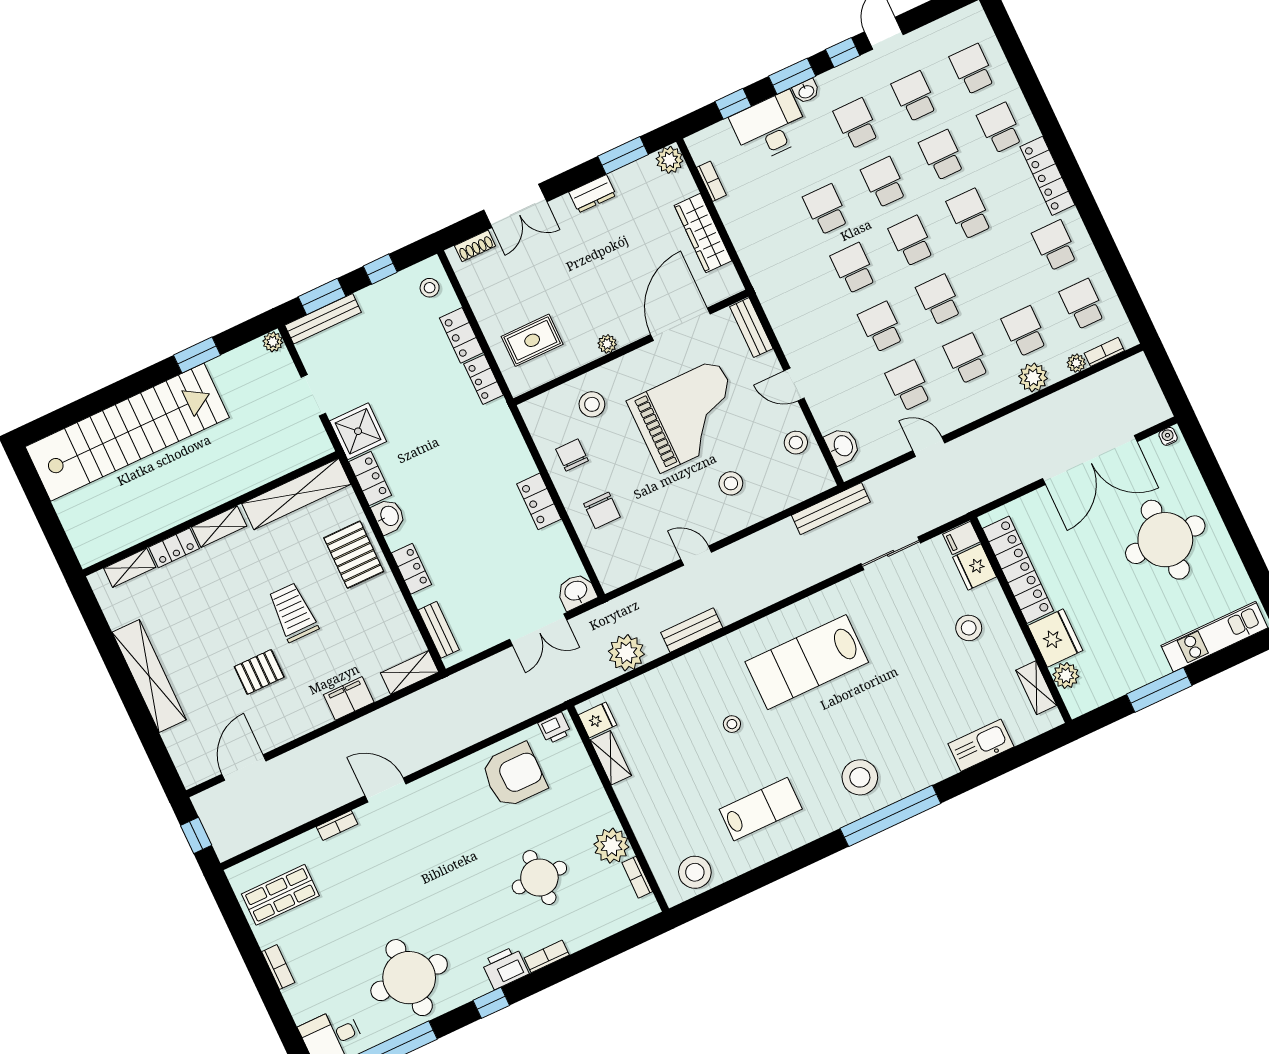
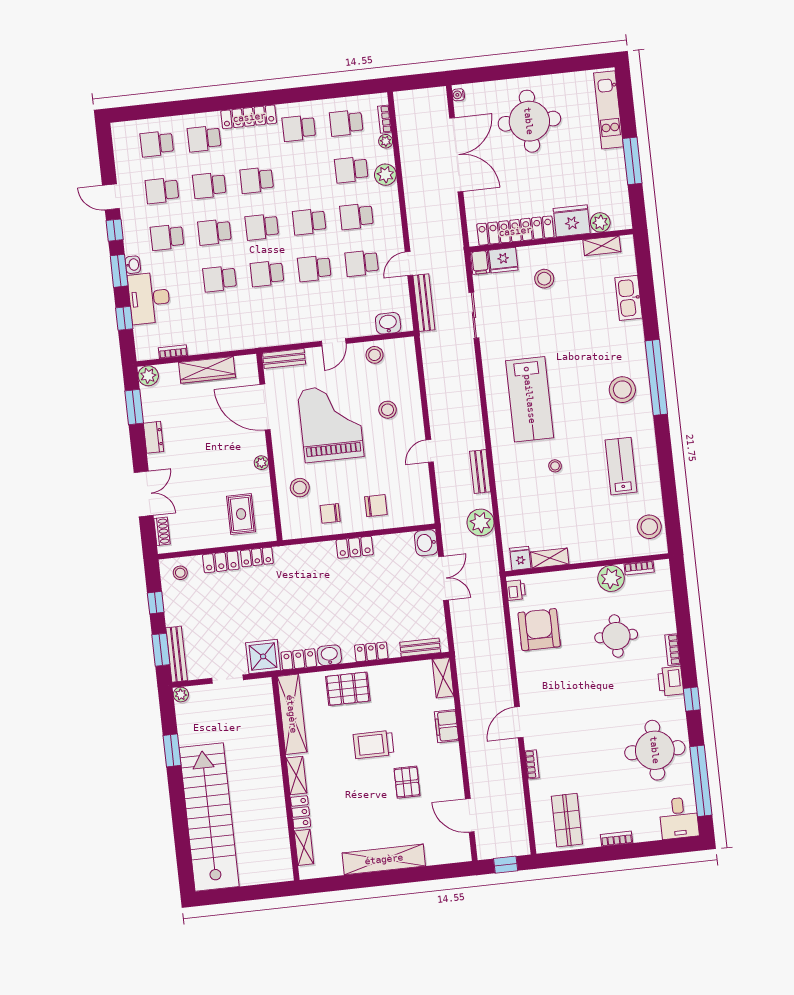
bench: (831, 509) -> (424, 303), moved

